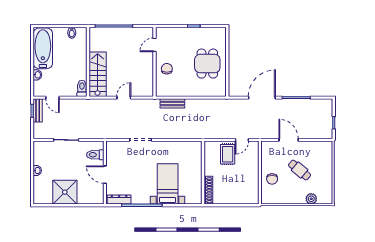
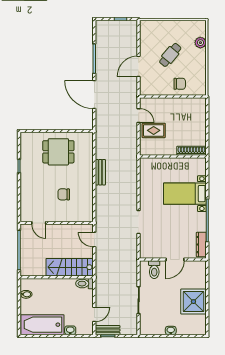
door: (154, 45) -> (39, 223), moved
wall: (154, 62) -> (57, 223), moved
bench: (172, 103) -> (100, 172), moved

